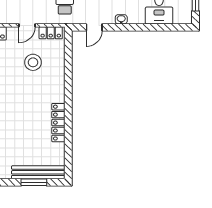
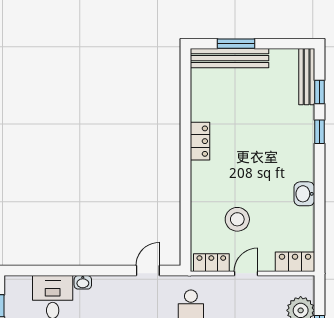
washbasin: (121, 19) -> (83, 282), moved
locker: (58, 123) -> (200, 141), width x0.66

